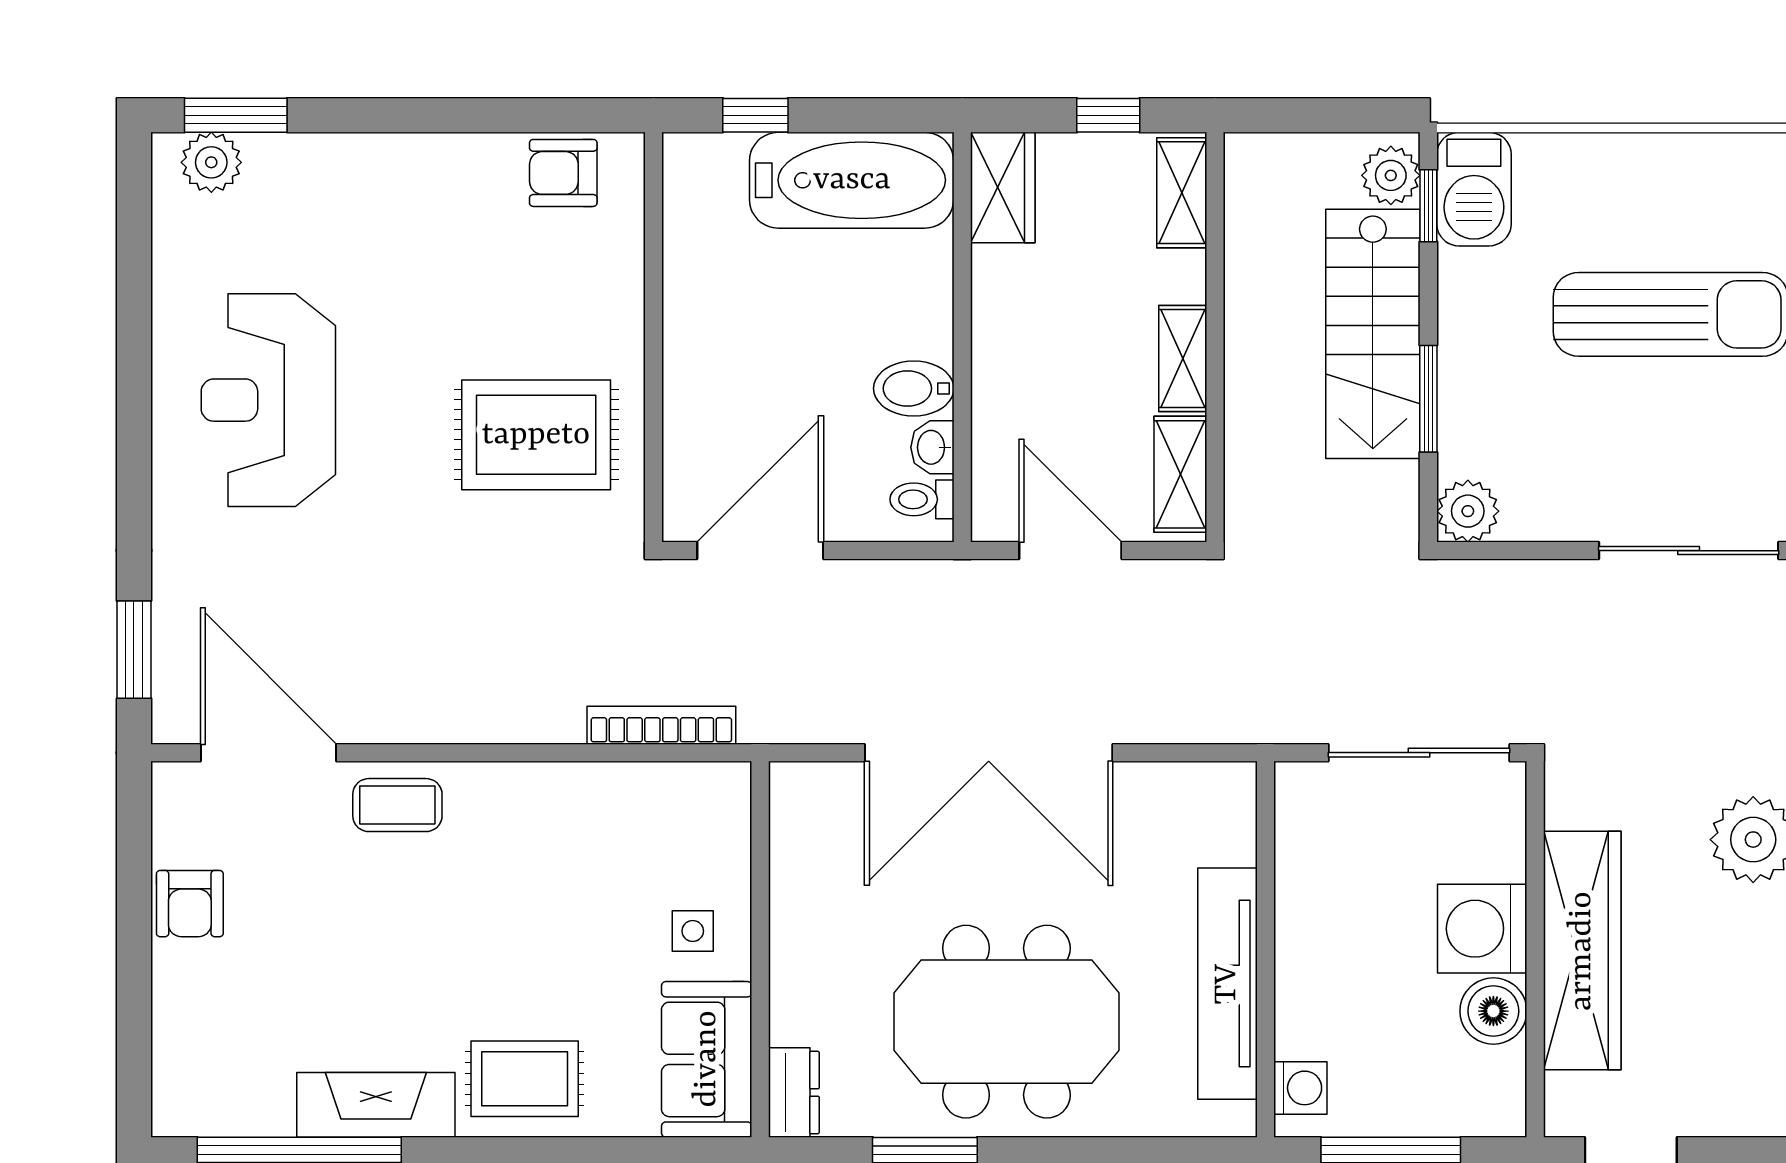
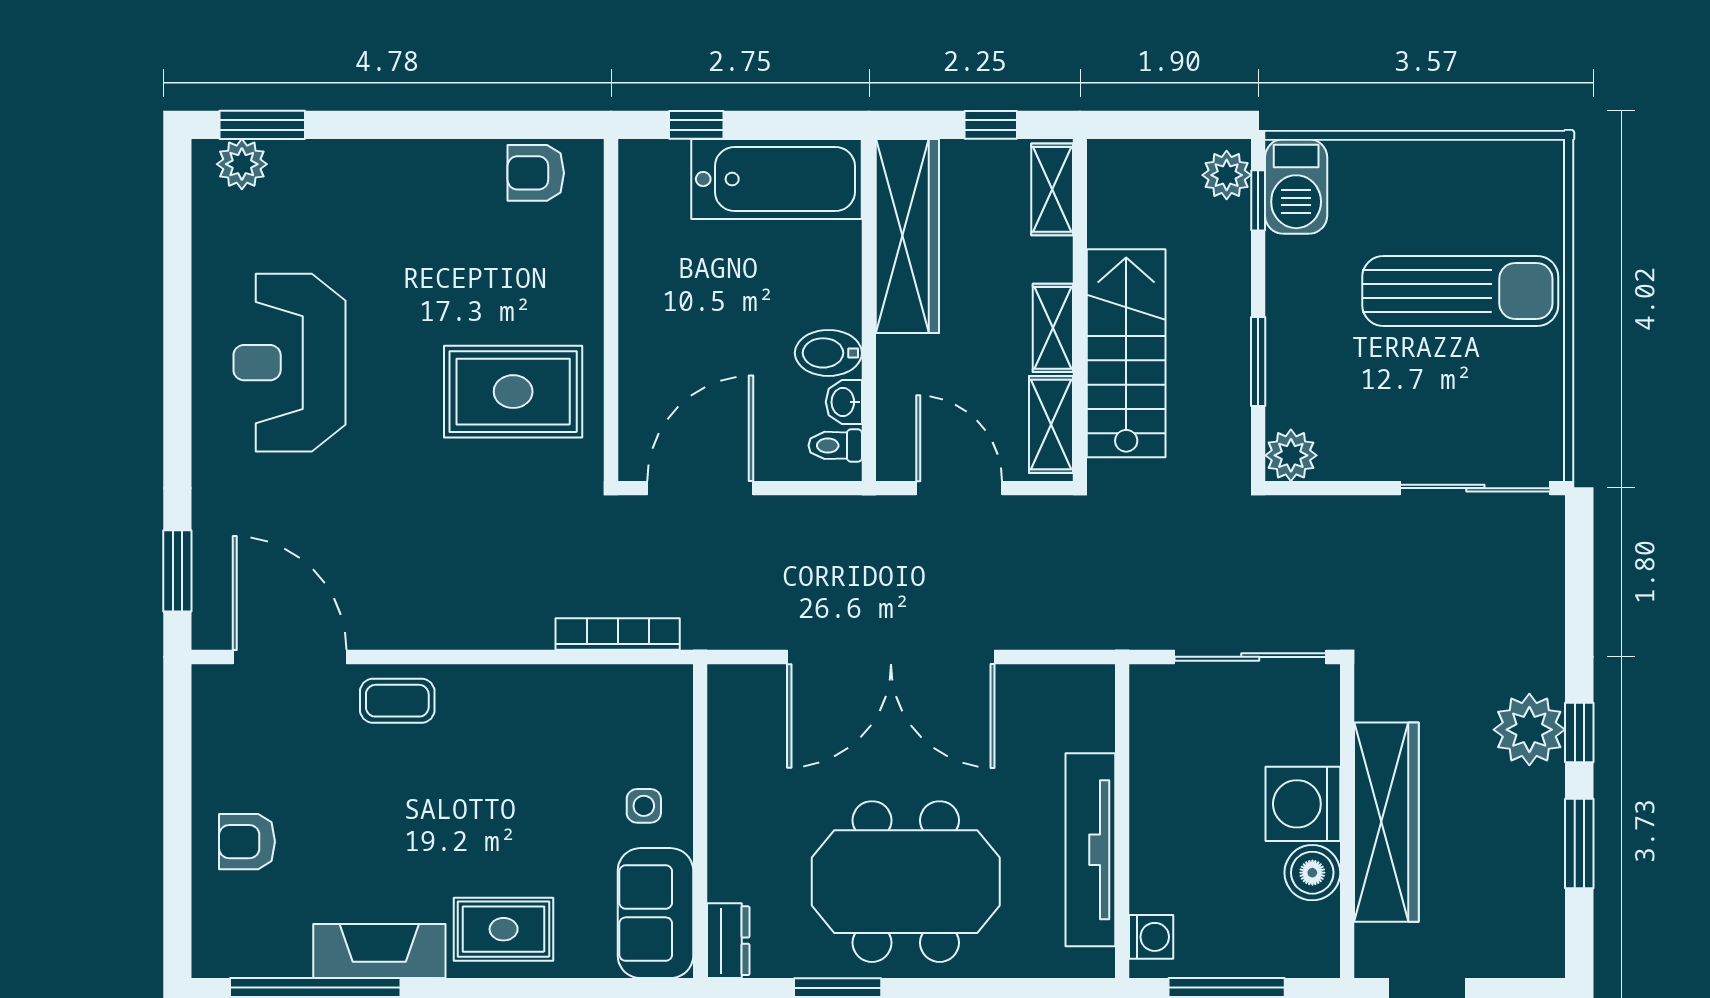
wardrobe: (1003, 188) -> (907, 236), width x2.10, depth x1.17
stairs: (1373, 334) -> (1126, 353), moved, turned 180
armchair: (190, 904) -> (247, 842), moved, turned 90

